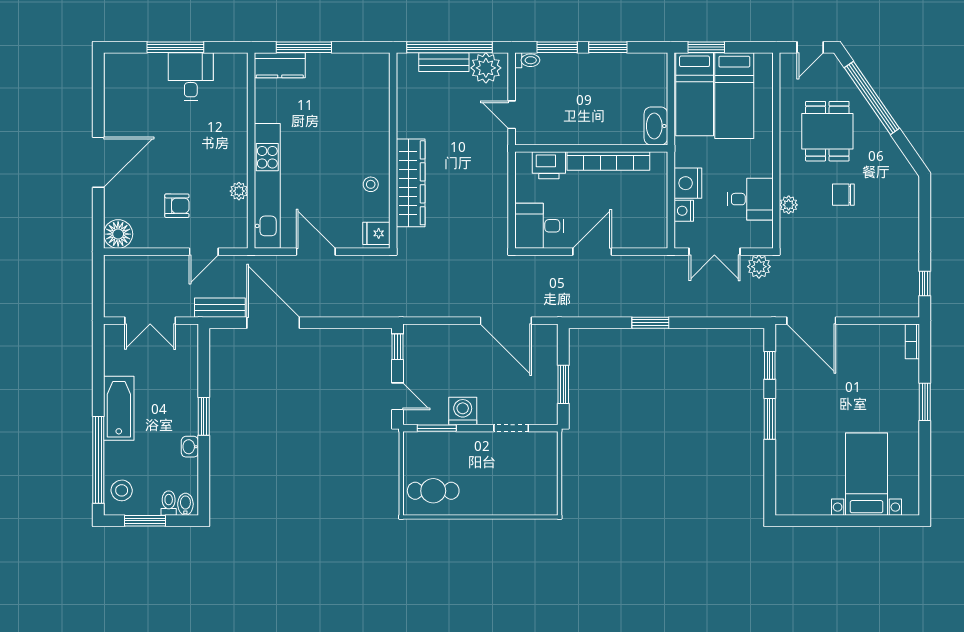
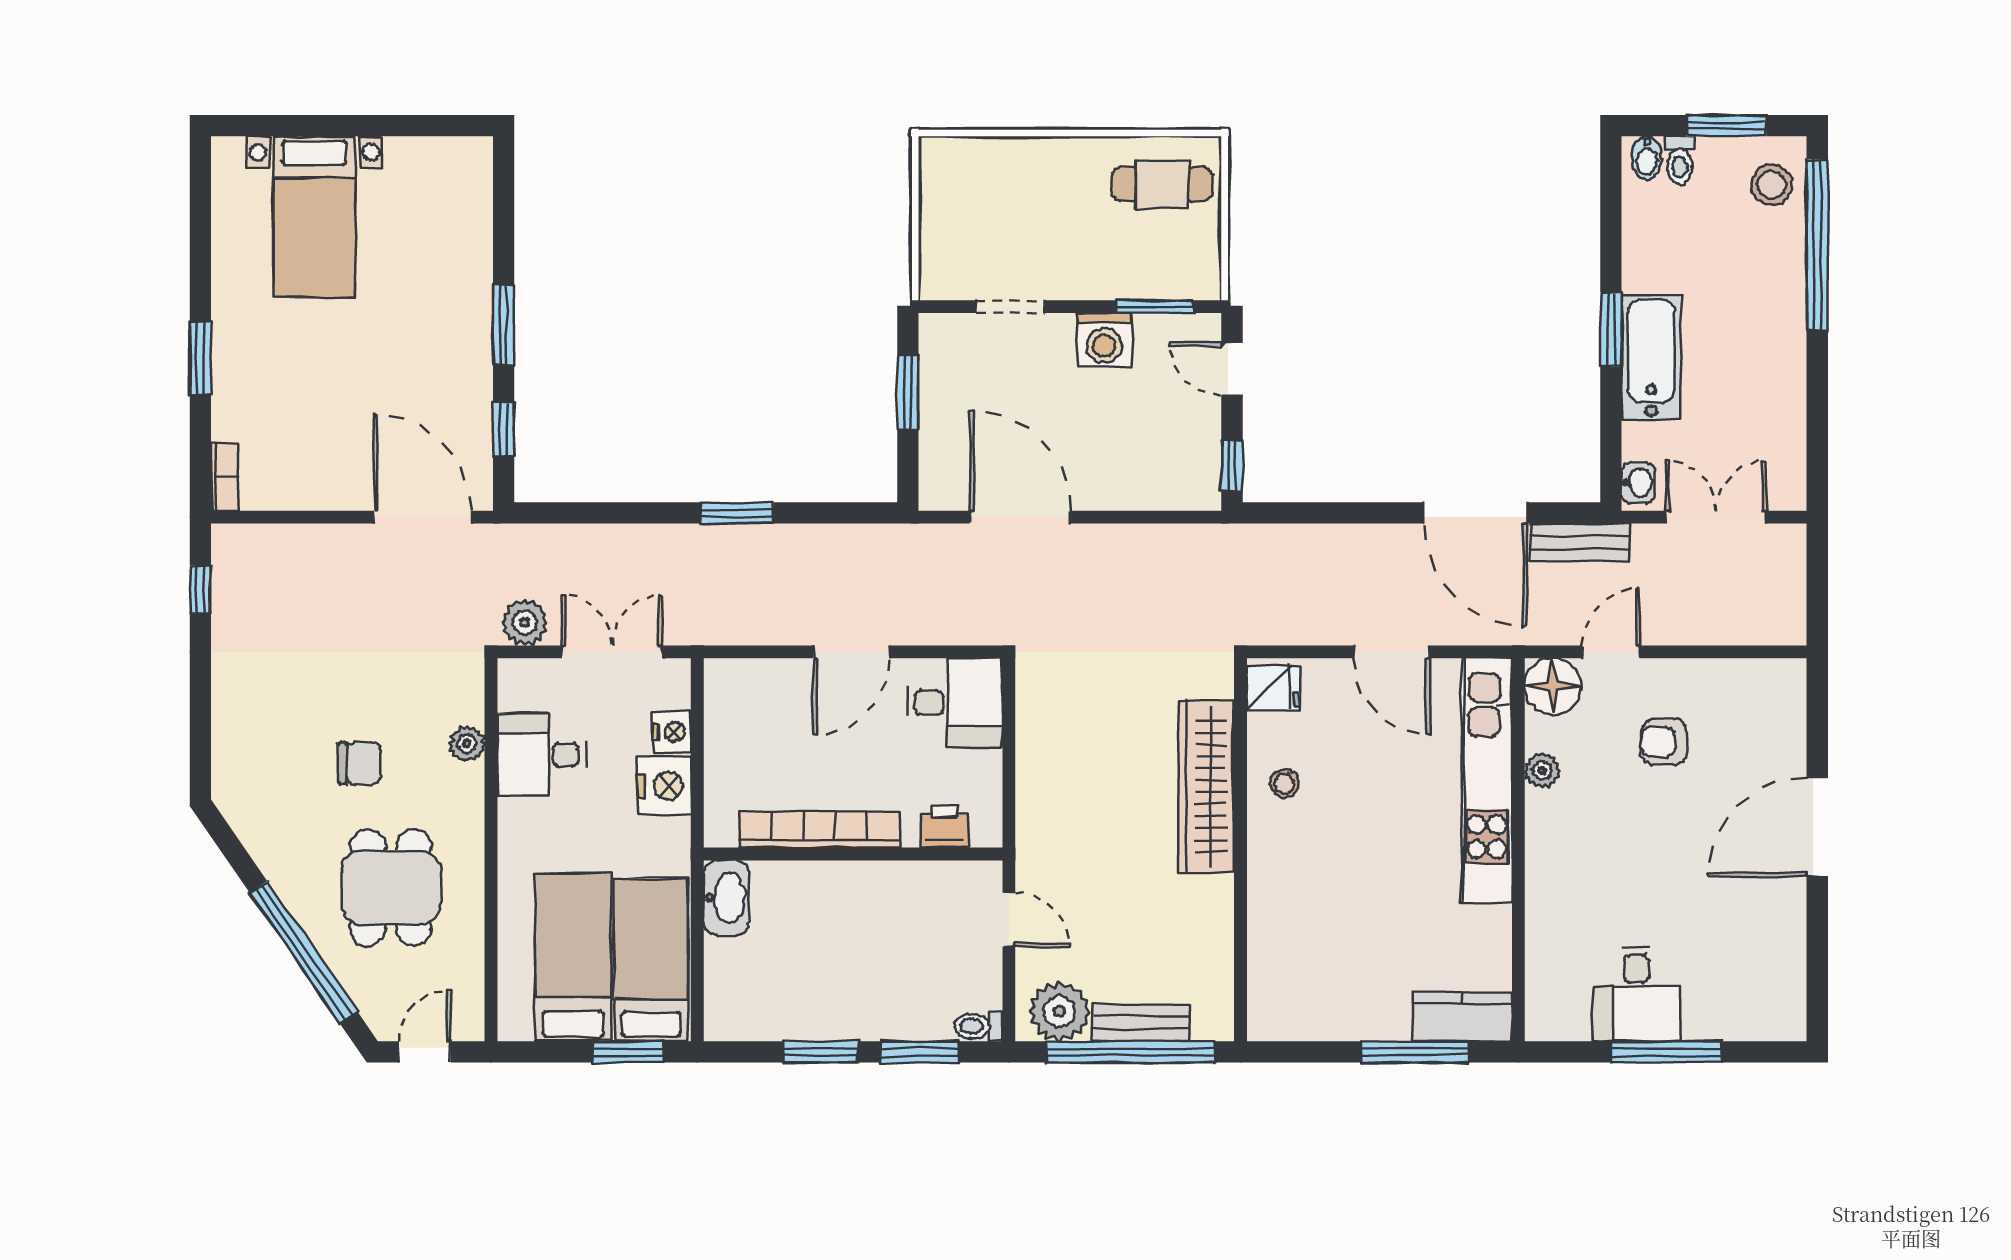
printer: (549, 165) -> (944, 826), width x0.73, depth x0.81
floor lamp: (118, 234) -> (1553, 686), moved
bathtub: (119, 408) -> (1651, 357), moved, turned 180
washbasin: (190, 447) -> (1638, 483), moved

